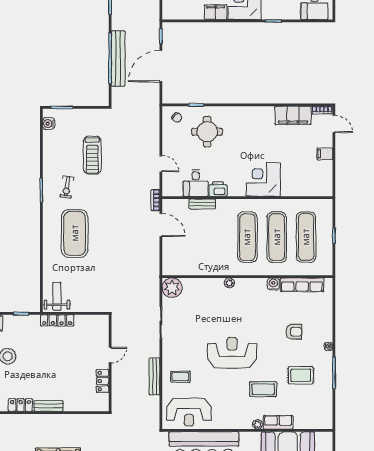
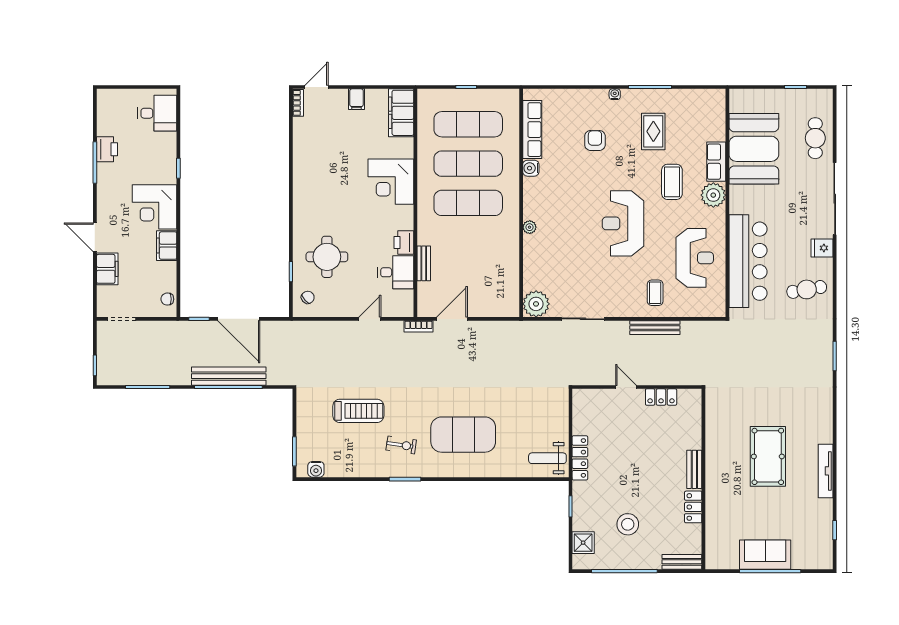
chair: (176, 13) -> (167, 299), added
filing cabinet: (293, 115) -> (401, 113), moved, turned 180
reception desk: (189, 412) -> (695, 258), moved
plant: (258, 424) -> (713, 195), width x1.88, depth x1.88

